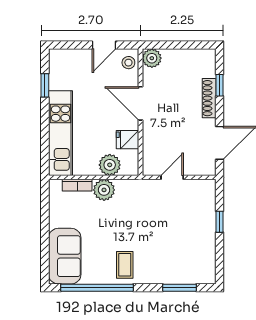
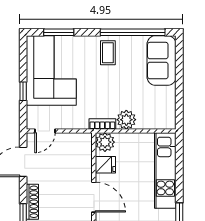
plant: (110, 165) -> (105, 142), moved
door: (172, 177) -> (45, 131), moved
bookcase: (77, 185) -> (102, 124), moved
corner sofa: (188, 245) -> (51, 70), added

